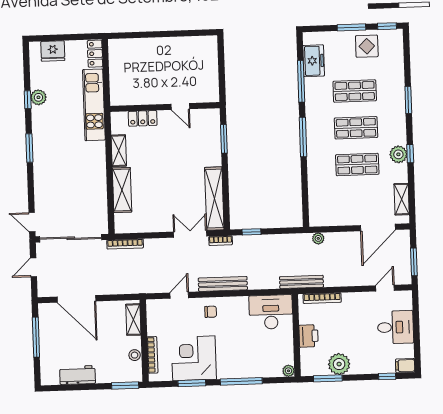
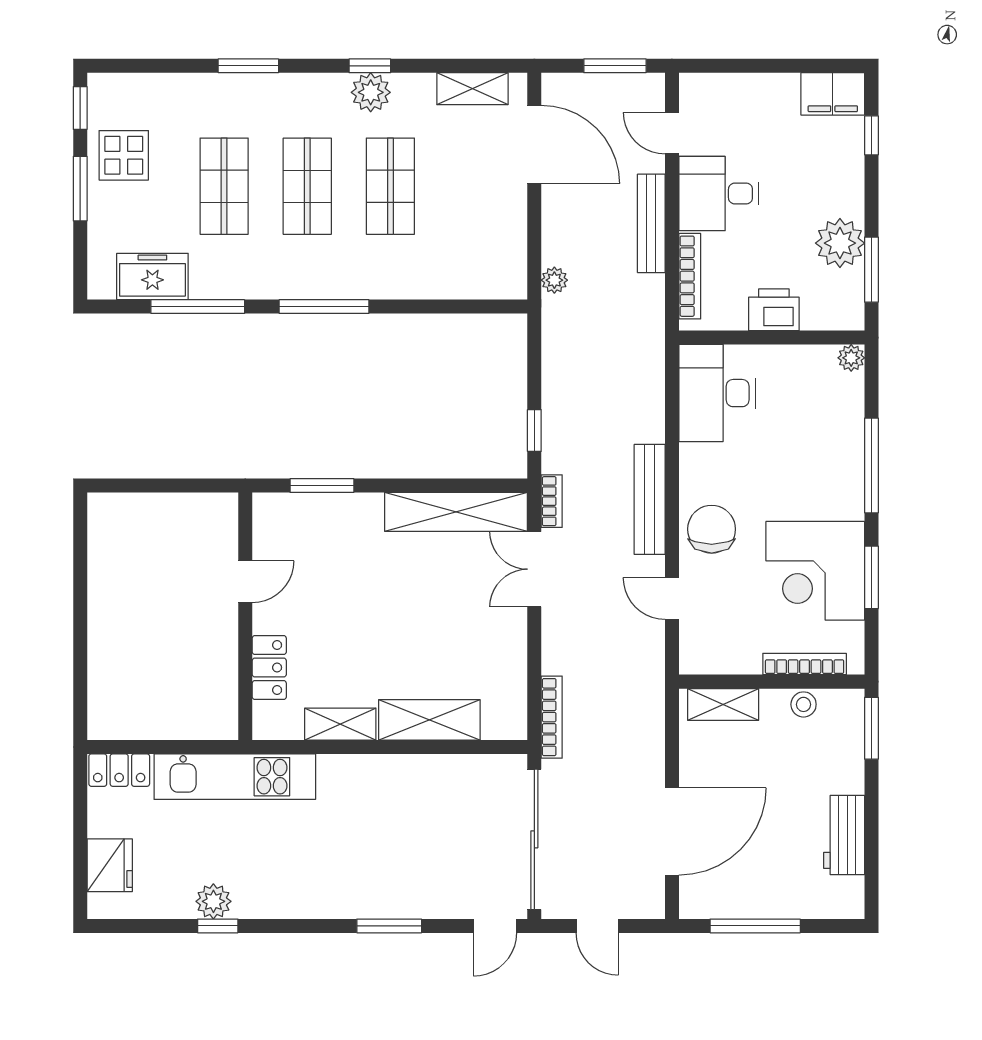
window: (29, 148) -> (389, 926), moved
bench: (302, 282) -> (651, 223), moved
chair: (211, 312) -> (712, 529), width x1.87, depth x1.87
desk: (395, 327) -> (719, 194), moved, turned -90
filing cabinet: (405, 366) -> (833, 94), width x2.00

